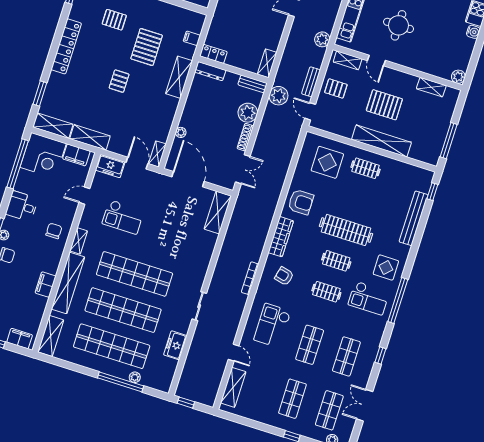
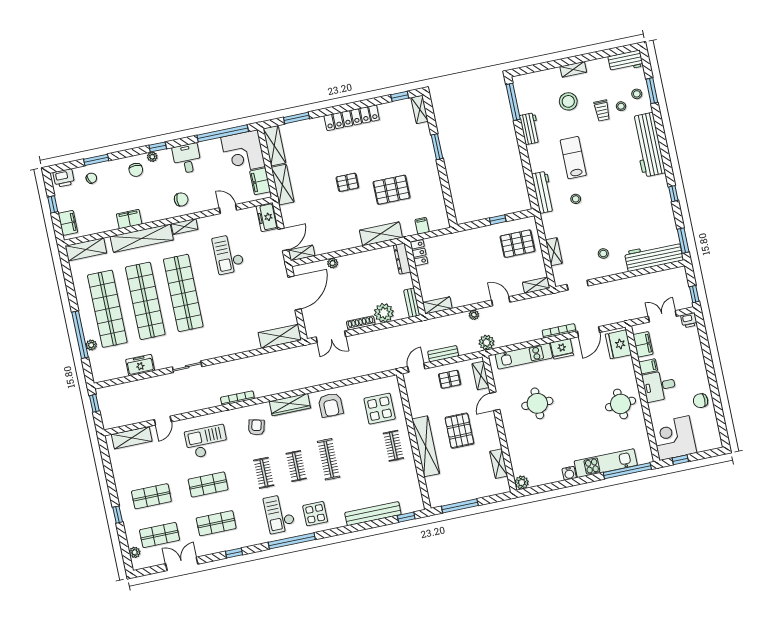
pallet: (114, 20) -> (400, 147), removed
pallet: (336, 88) -> (450, 379), turned 90
plant: (278, 96) -> (474, 315), moved, width x0.53, depth x0.53
clothes rail: (346, 230) -> (329, 459), width x0.73, depth x0.76

